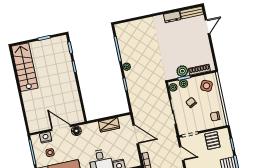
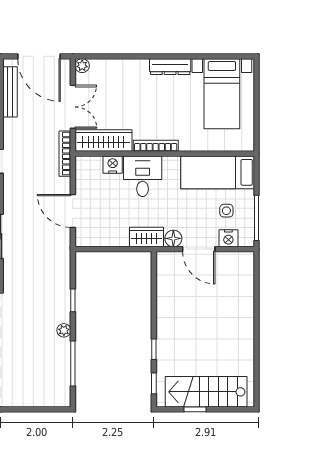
stairs: (25, 67) -> (206, 392), moved, turned 90
wardrobe: (109, 125) -> (146, 237), moved

